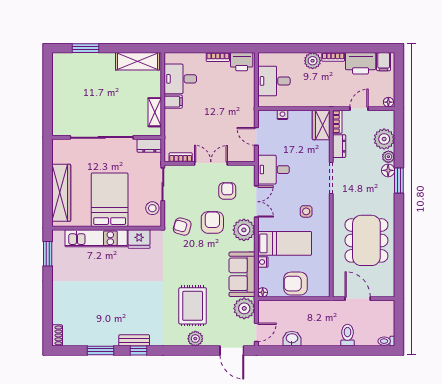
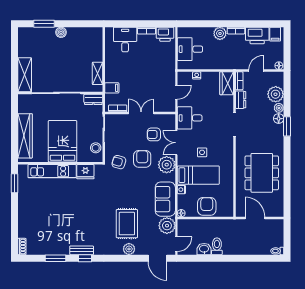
boiler: (108, 59) -> (61, 32), added
shelving: (138, 61) -> (25, 75), moved, turned 90
desk: (180, 79) -> (125, 40), moved, turned 90
filing cabinet: (173, 102) -> (112, 88), moved
door: (256, 136) -> (176, 92), swing flipped
armchair: (227, 191) -> (154, 134), turned -90
double door: (256, 202) -> (176, 143), swing flipped
side table: (306, 211) -> (202, 152), moved
armchair: (296, 284) -> (207, 206), turned 90
toilet: (347, 335) -> (217, 246), moved

